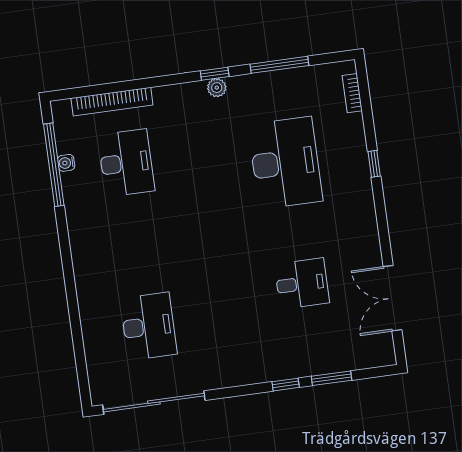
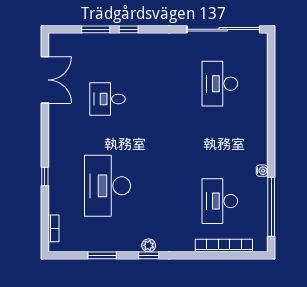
window: (279, 65) -> (102, 255), width x0.69
water cooler: (66, 163) -> (262, 171), moved

